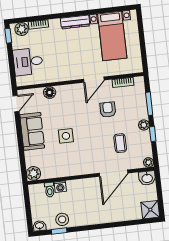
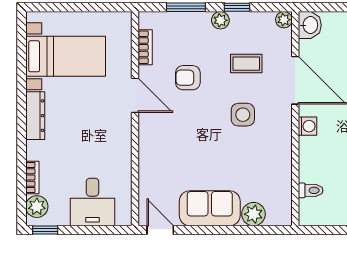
floor lamp: (50, 93) -> (148, 172), removed
side table: (66, 136) -> (243, 115), moved
plant: (34, 173) -> (253, 214), moved
washing machine: (60, 187) -> (308, 126), moved

